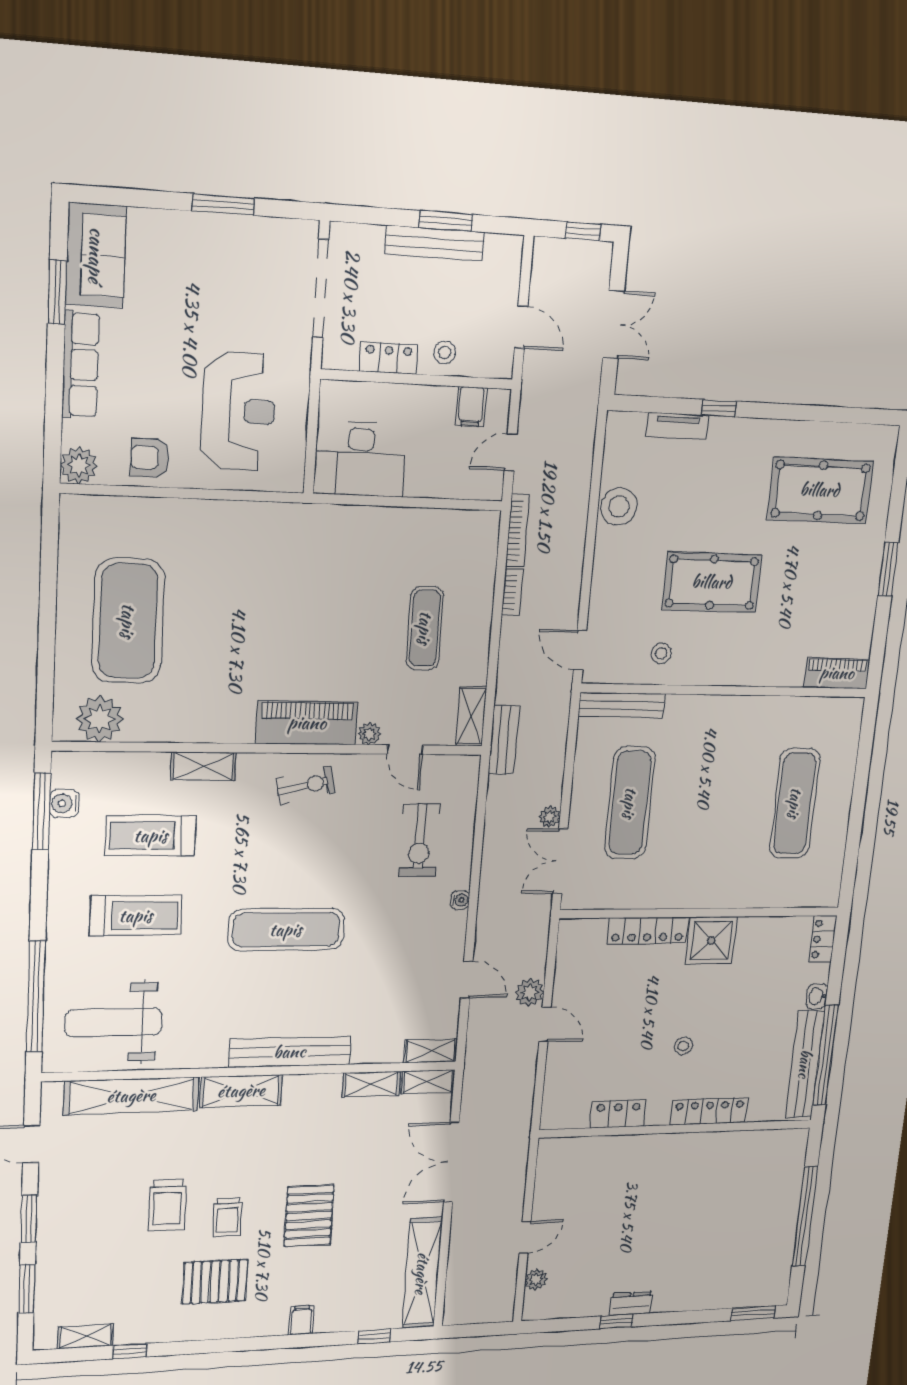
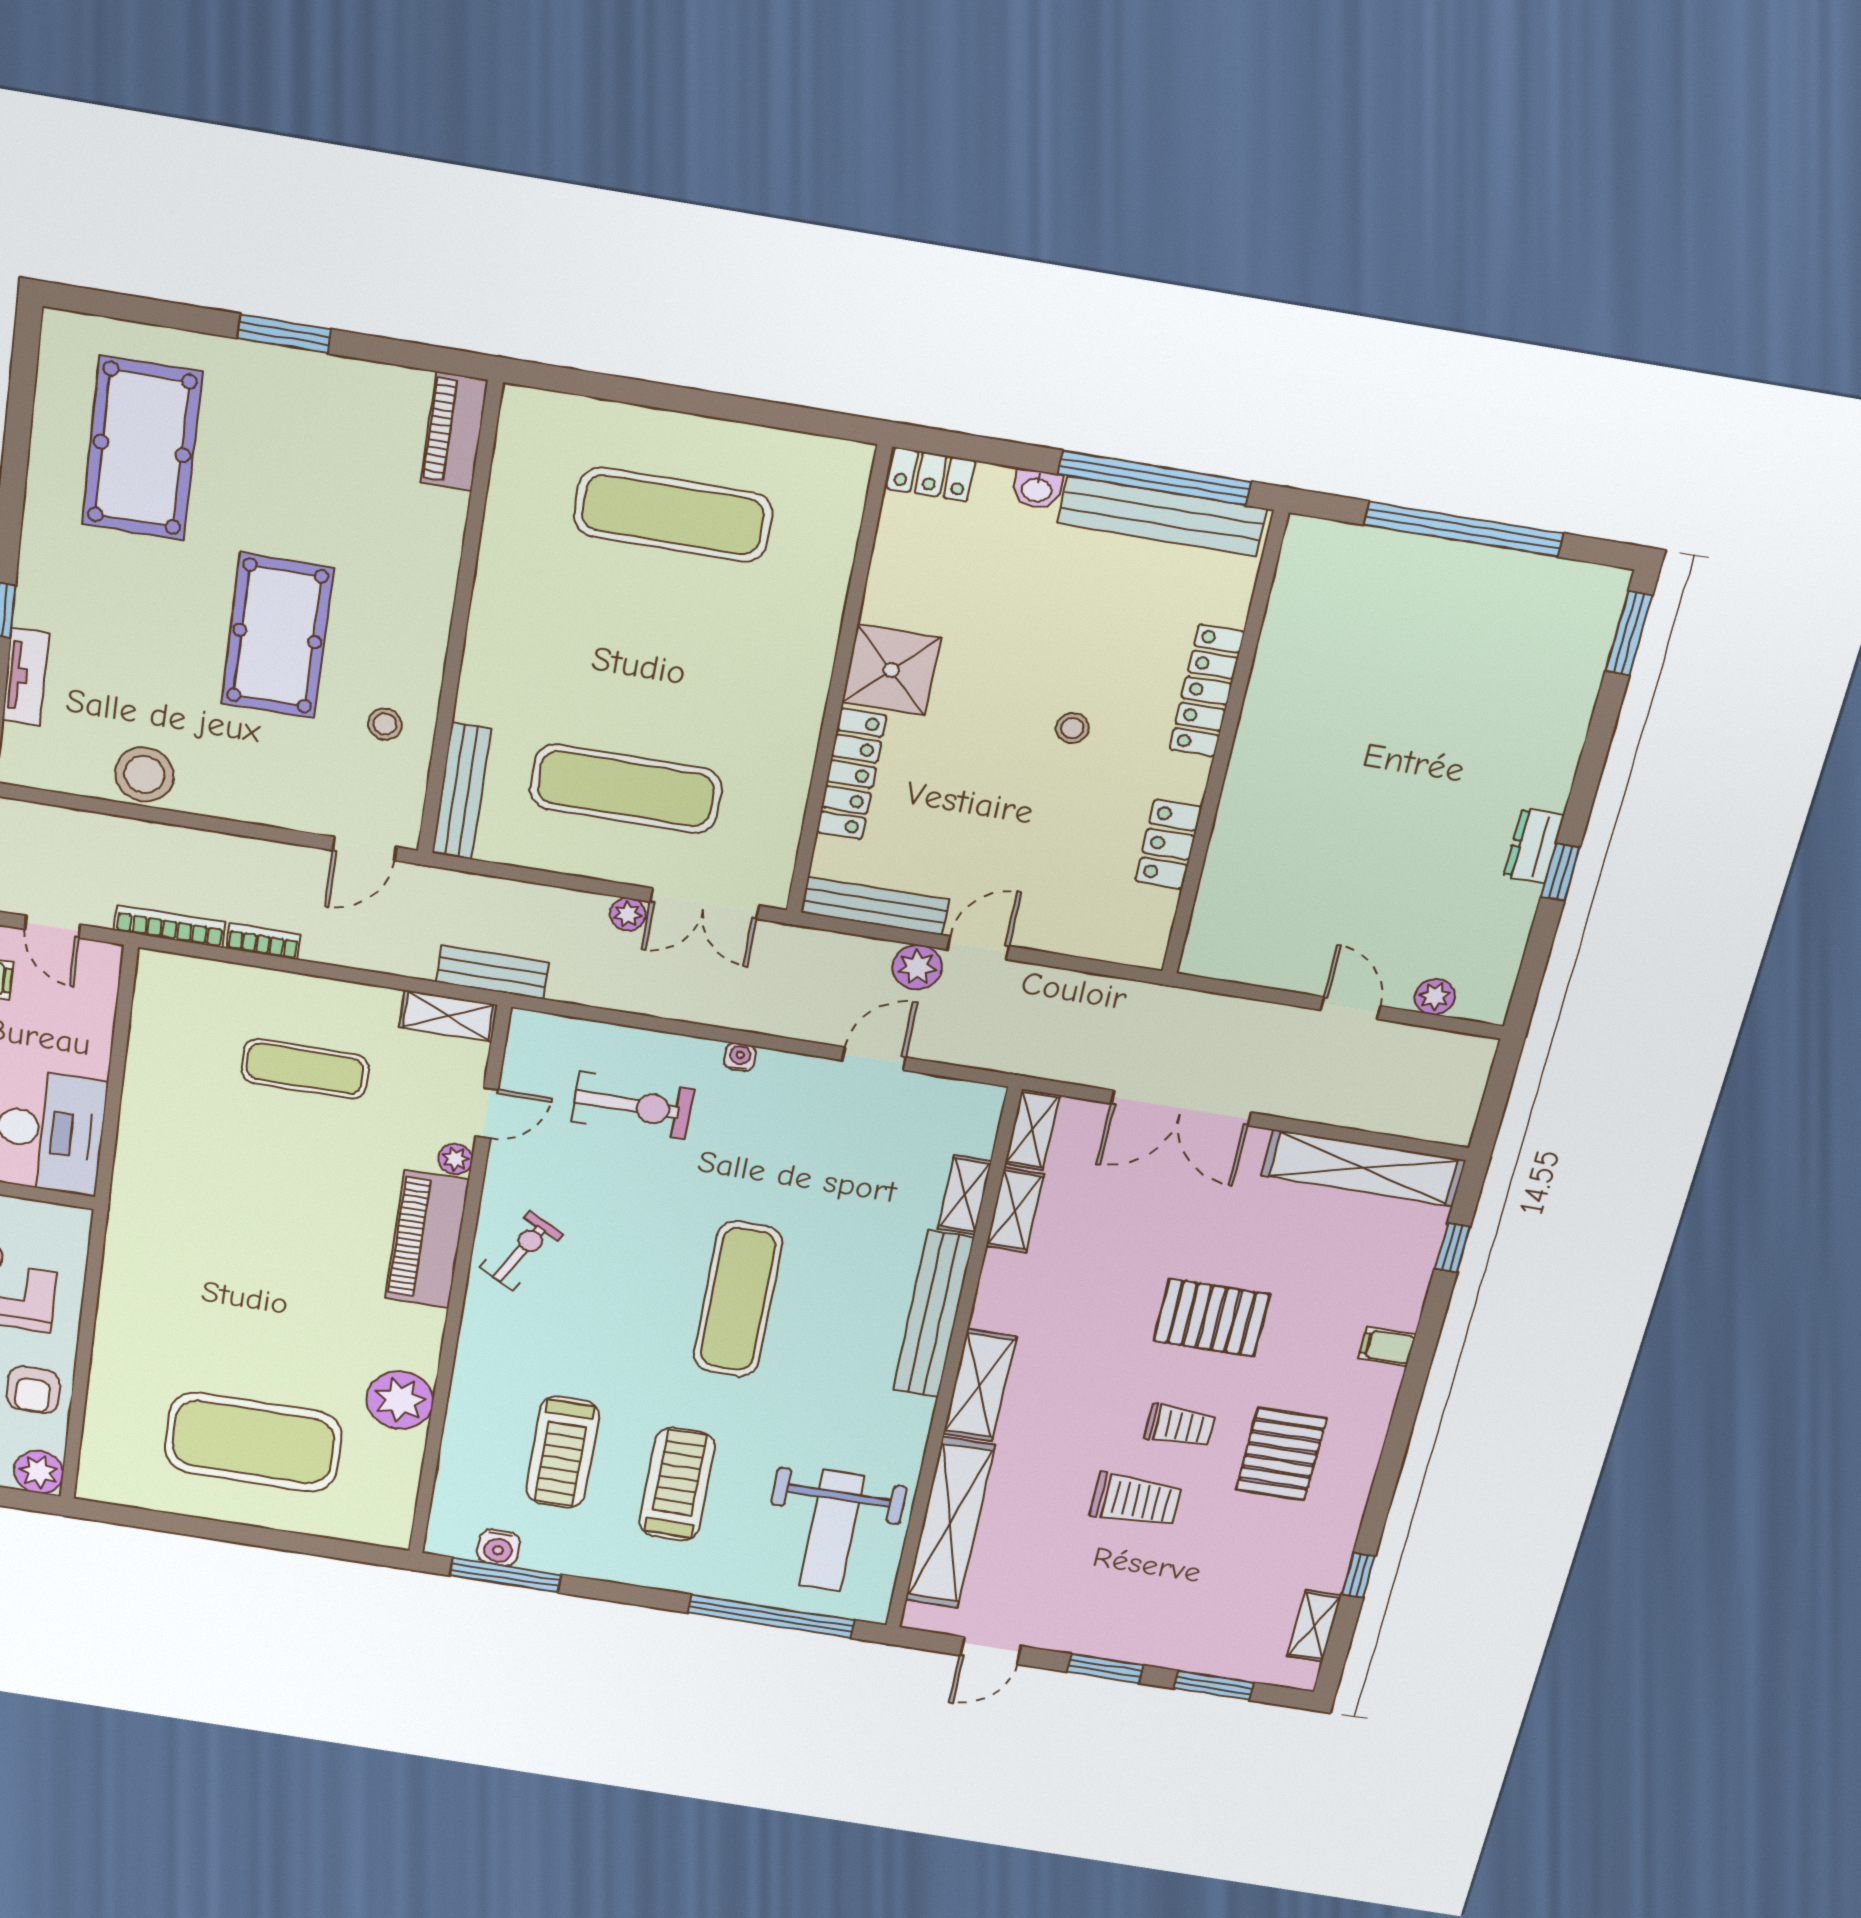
plant: (100, 719) -> (400, 1400), moved
shelving: (203, 766) -> (472, 1377), removed
exercise bike: (306, 786) -> (521, 1251), turned 43
bench: (567, 960) -> (875, 906), added
shelving: (431, 1051) -> (965, 1195), moved

